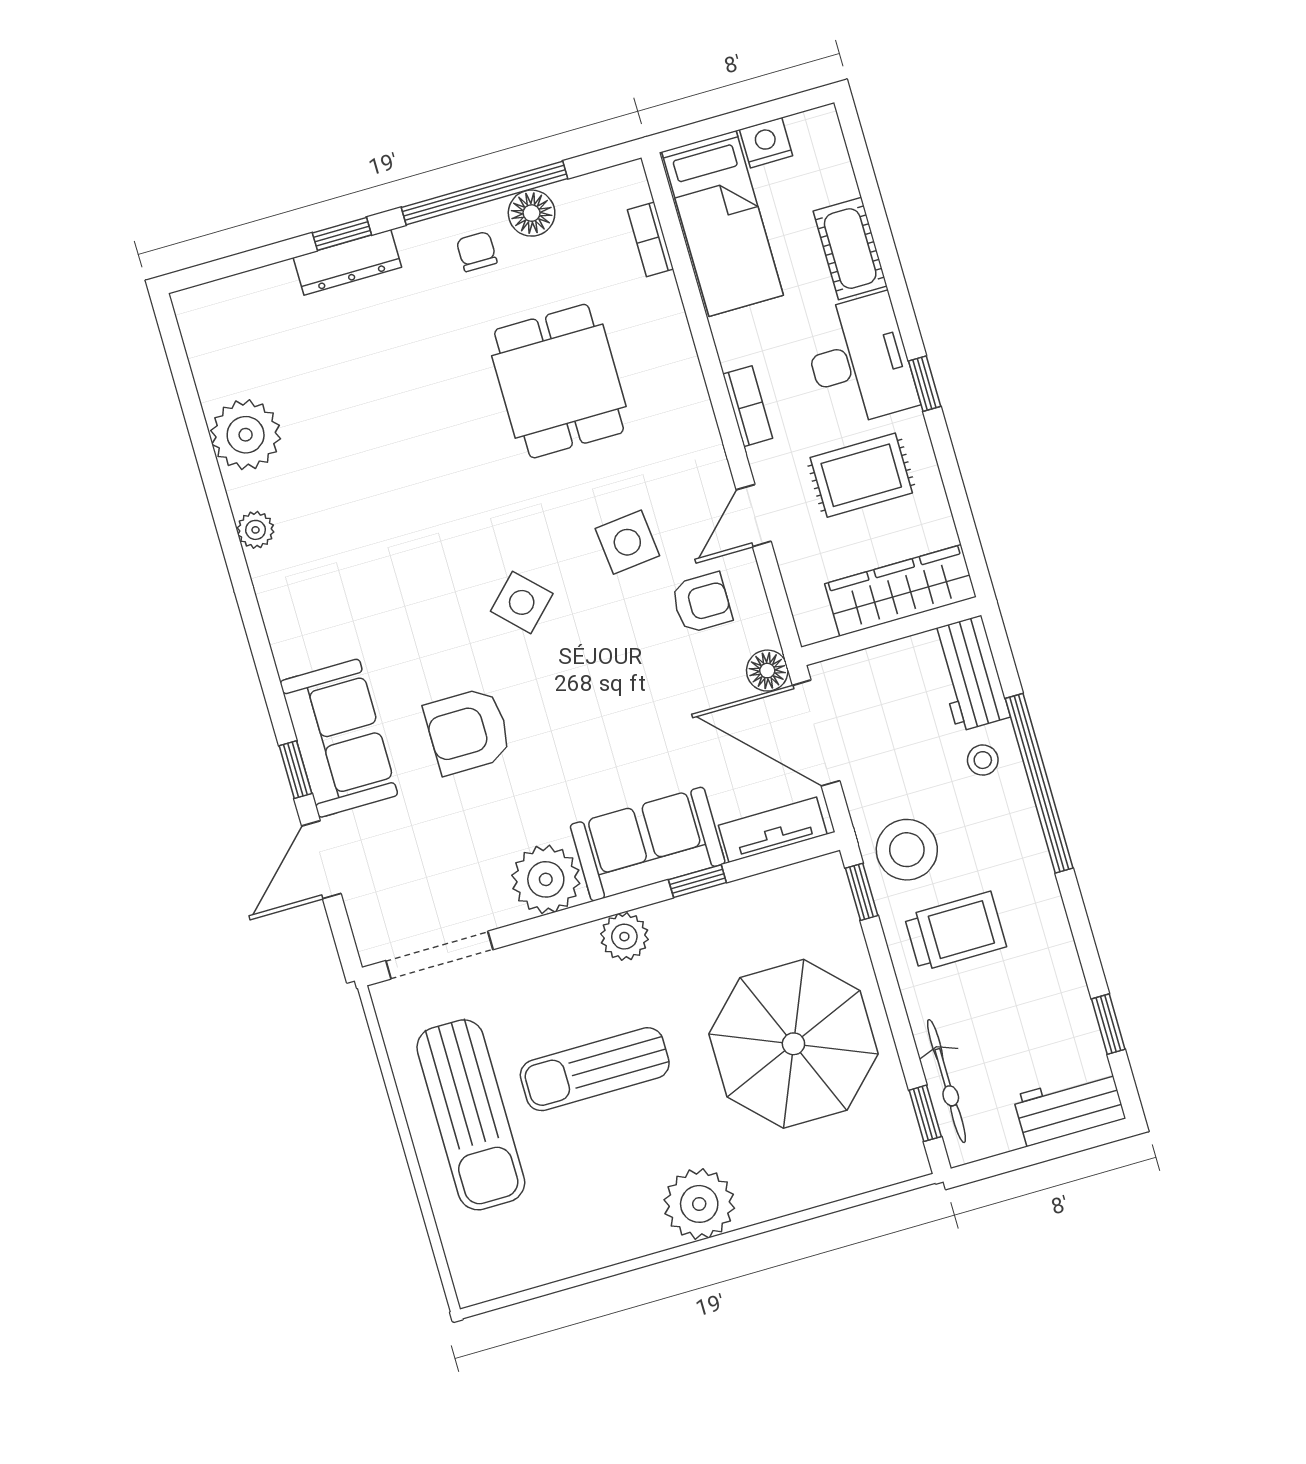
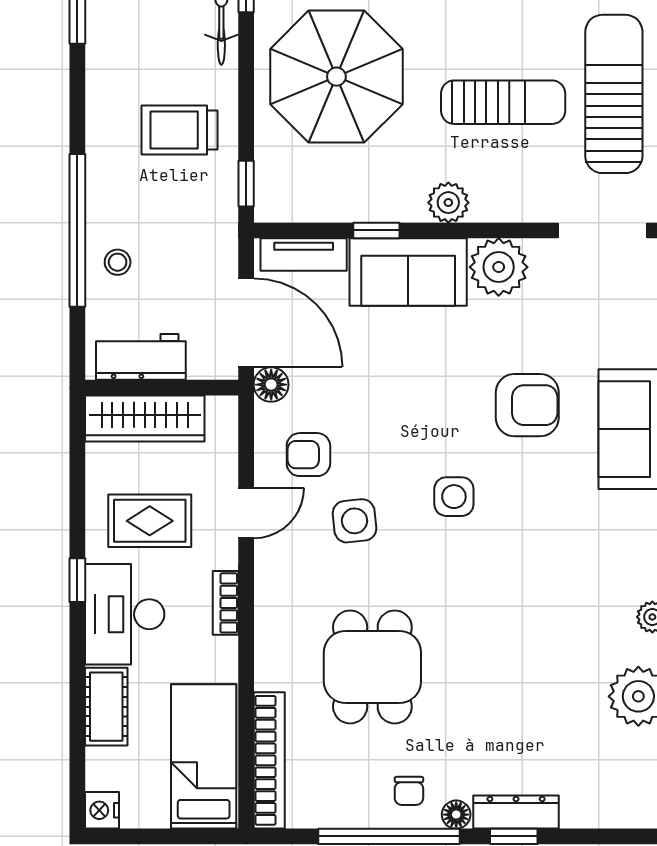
nightstand: (766, 143) -> (102, 810), moved, turned 90
floor lamp: (532, 213) -> (456, 815), moved, width x0.73, depth x0.73
bookcase: (650, 239) -> (269, 760), width x2.31, depth x1.31
side table: (522, 602) -> (454, 497), turned 45
workbench: (970, 673) -> (141, 357), moved, turned -90
stool: (907, 850) -> (200, 207), removed

